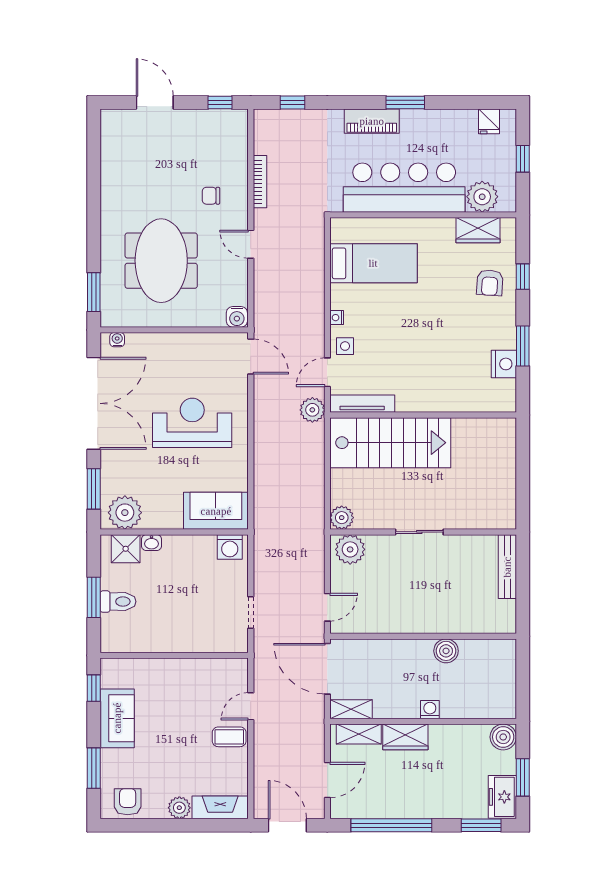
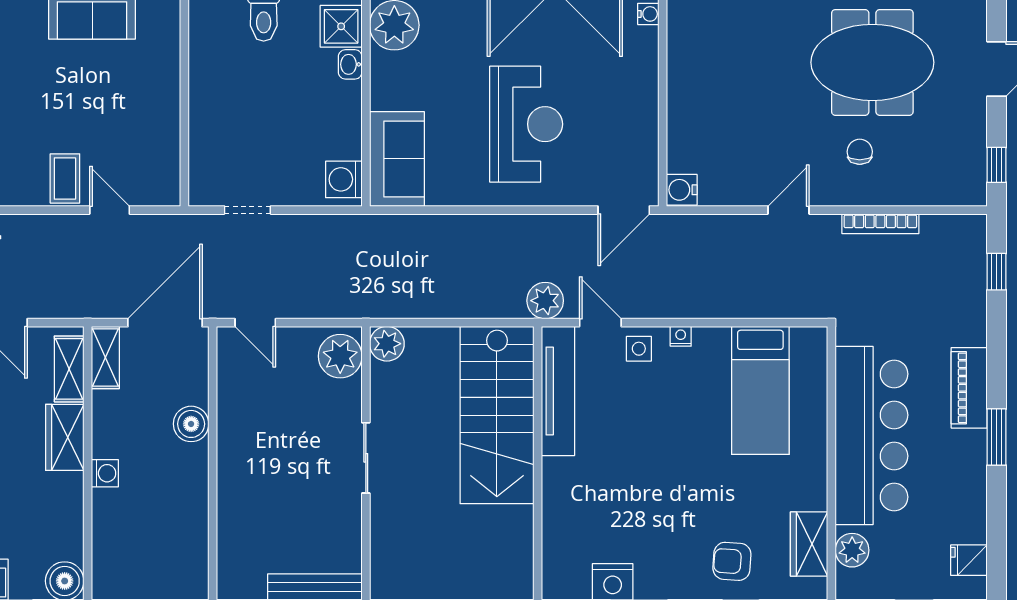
plant: (482, 197) -> (852, 550), width x0.73, depth x0.73
meeting table: (161, 261) -> (872, 62), moved
tv unit: (362, 404) -> (558, 391), width x1.36, depth x1.29
boiler: (446, 651) -> (191, 424), moved

